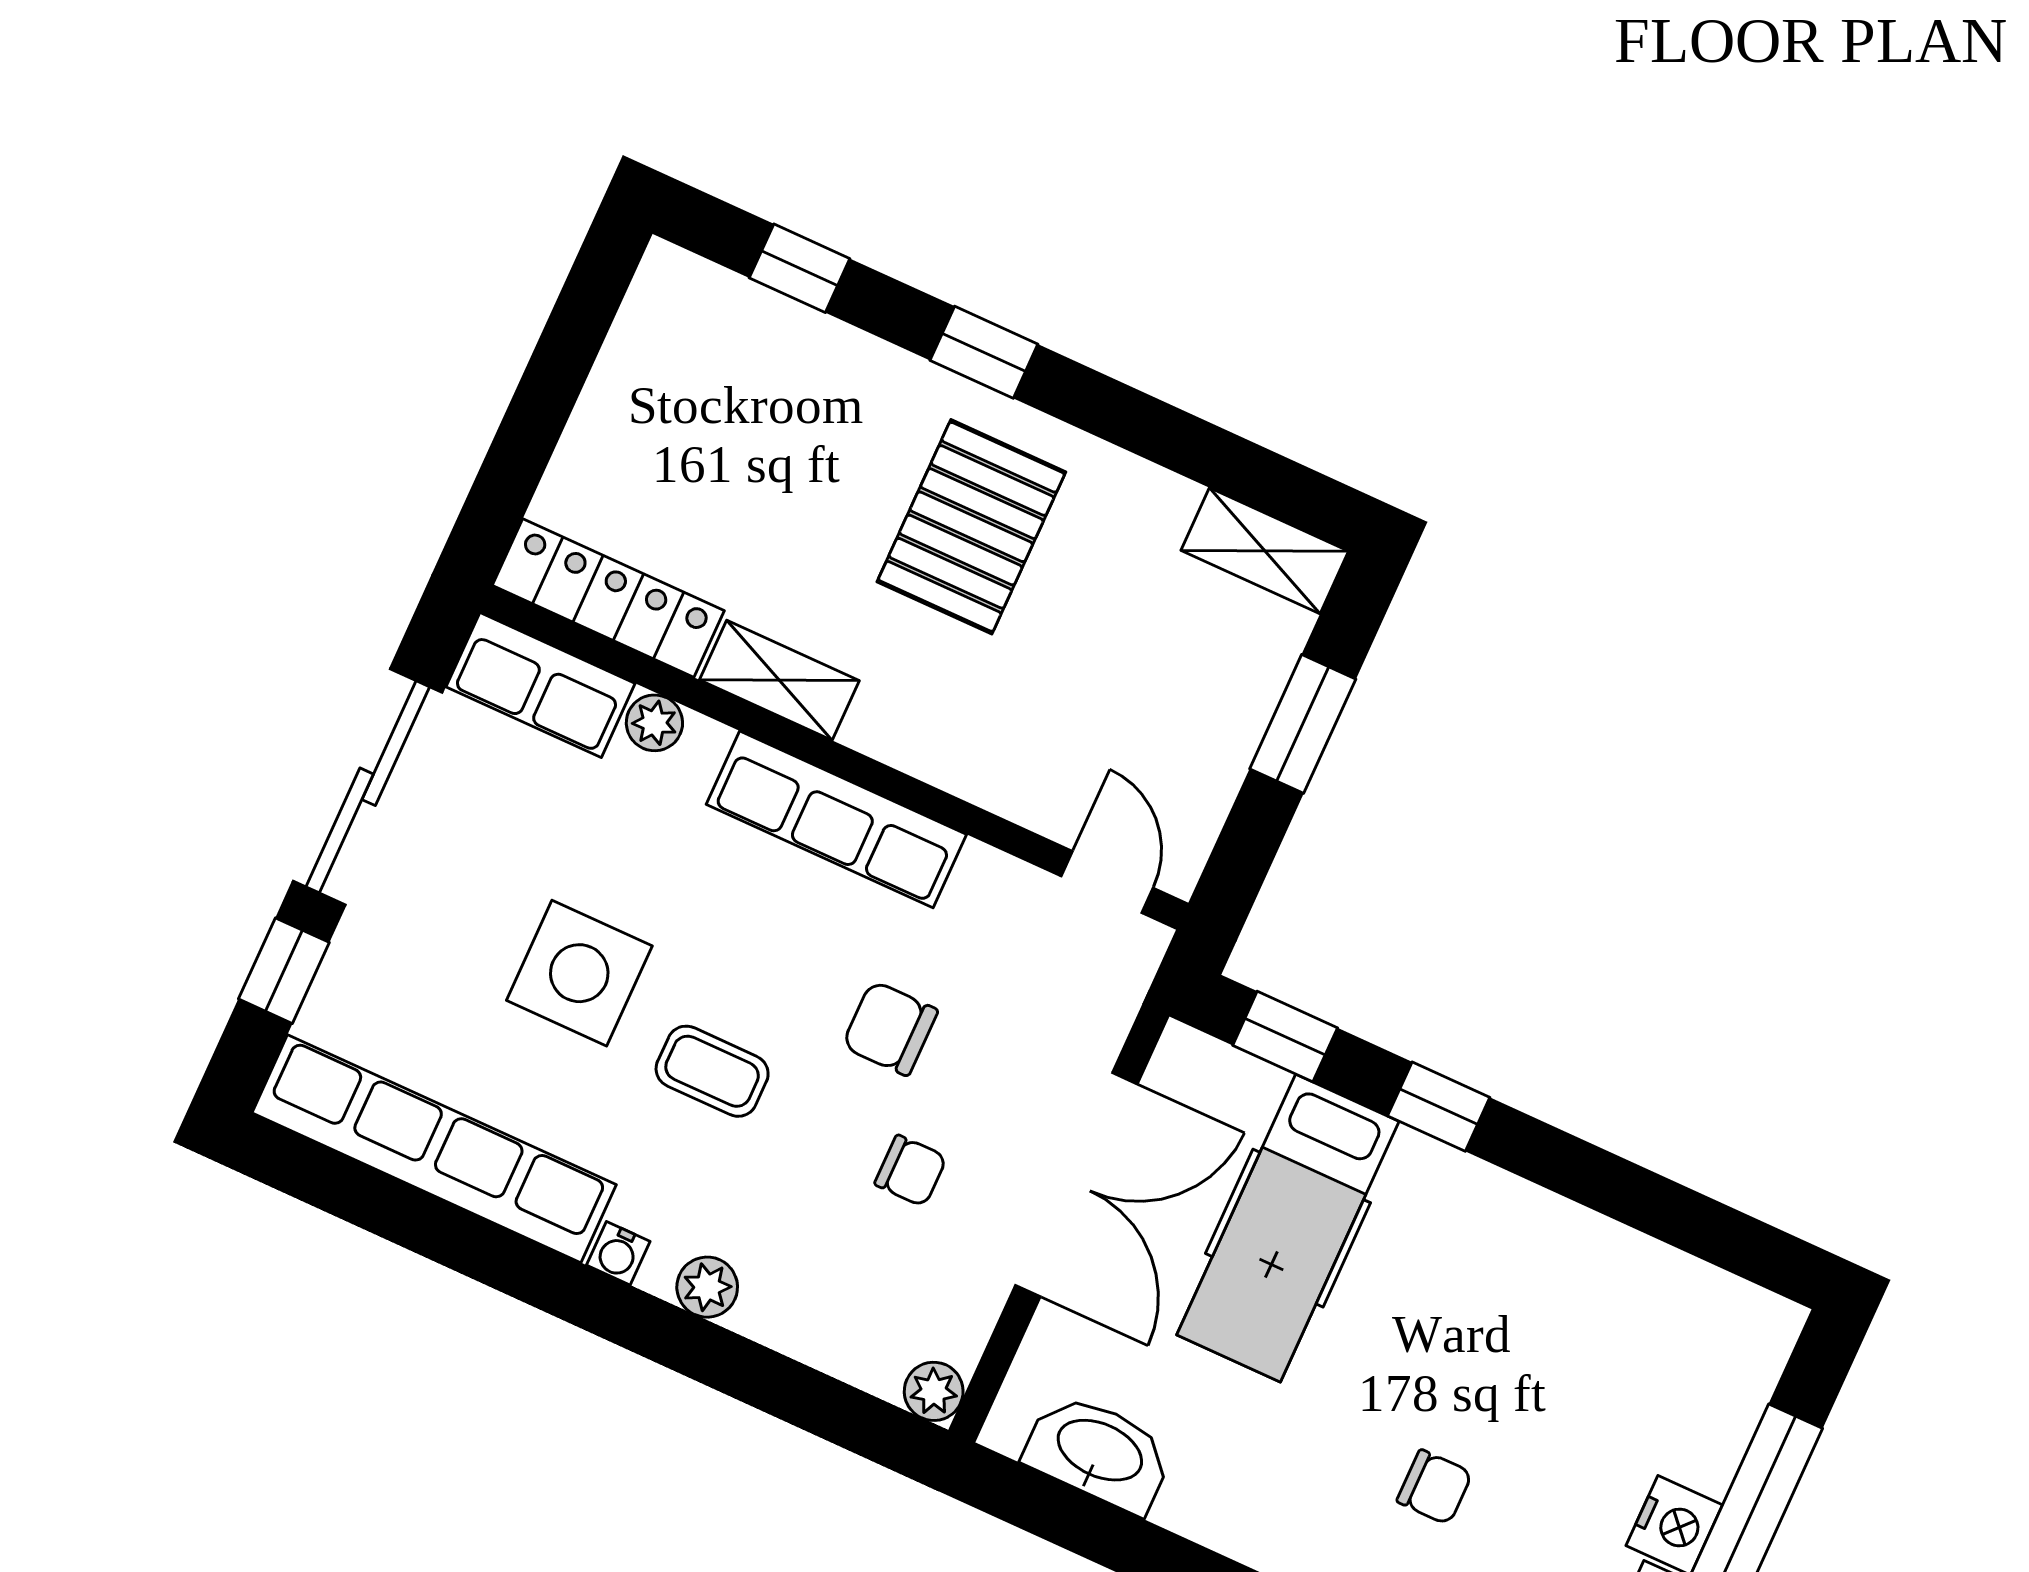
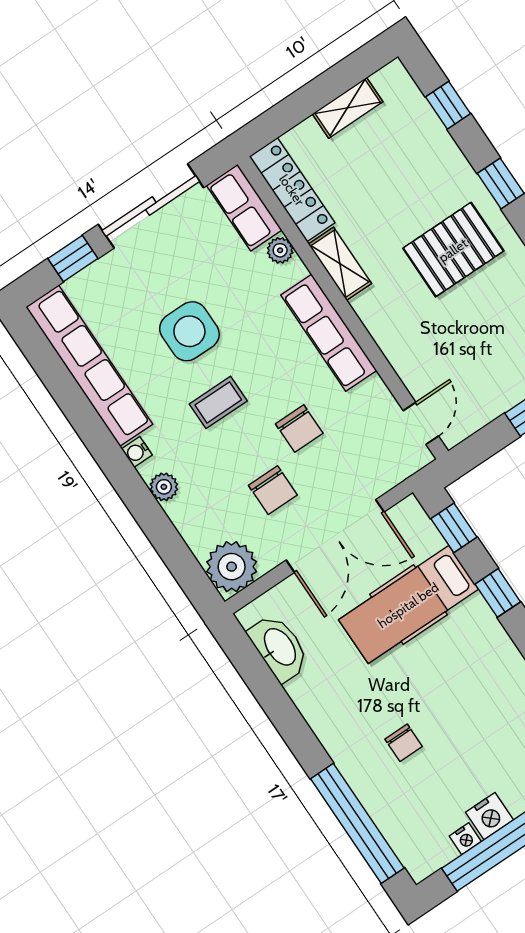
shelving: (618, 386) -> (348, 108), added
chair: (890, 1028) -> (299, 429), turned 180
coffee table: (712, 1071) -> (218, 402), turned 90
chair: (911, 1171) -> (273, 490), width x1.37, depth x1.37
plant: (934, 1391) -> (232, 567), width x1.87, depth x1.87

